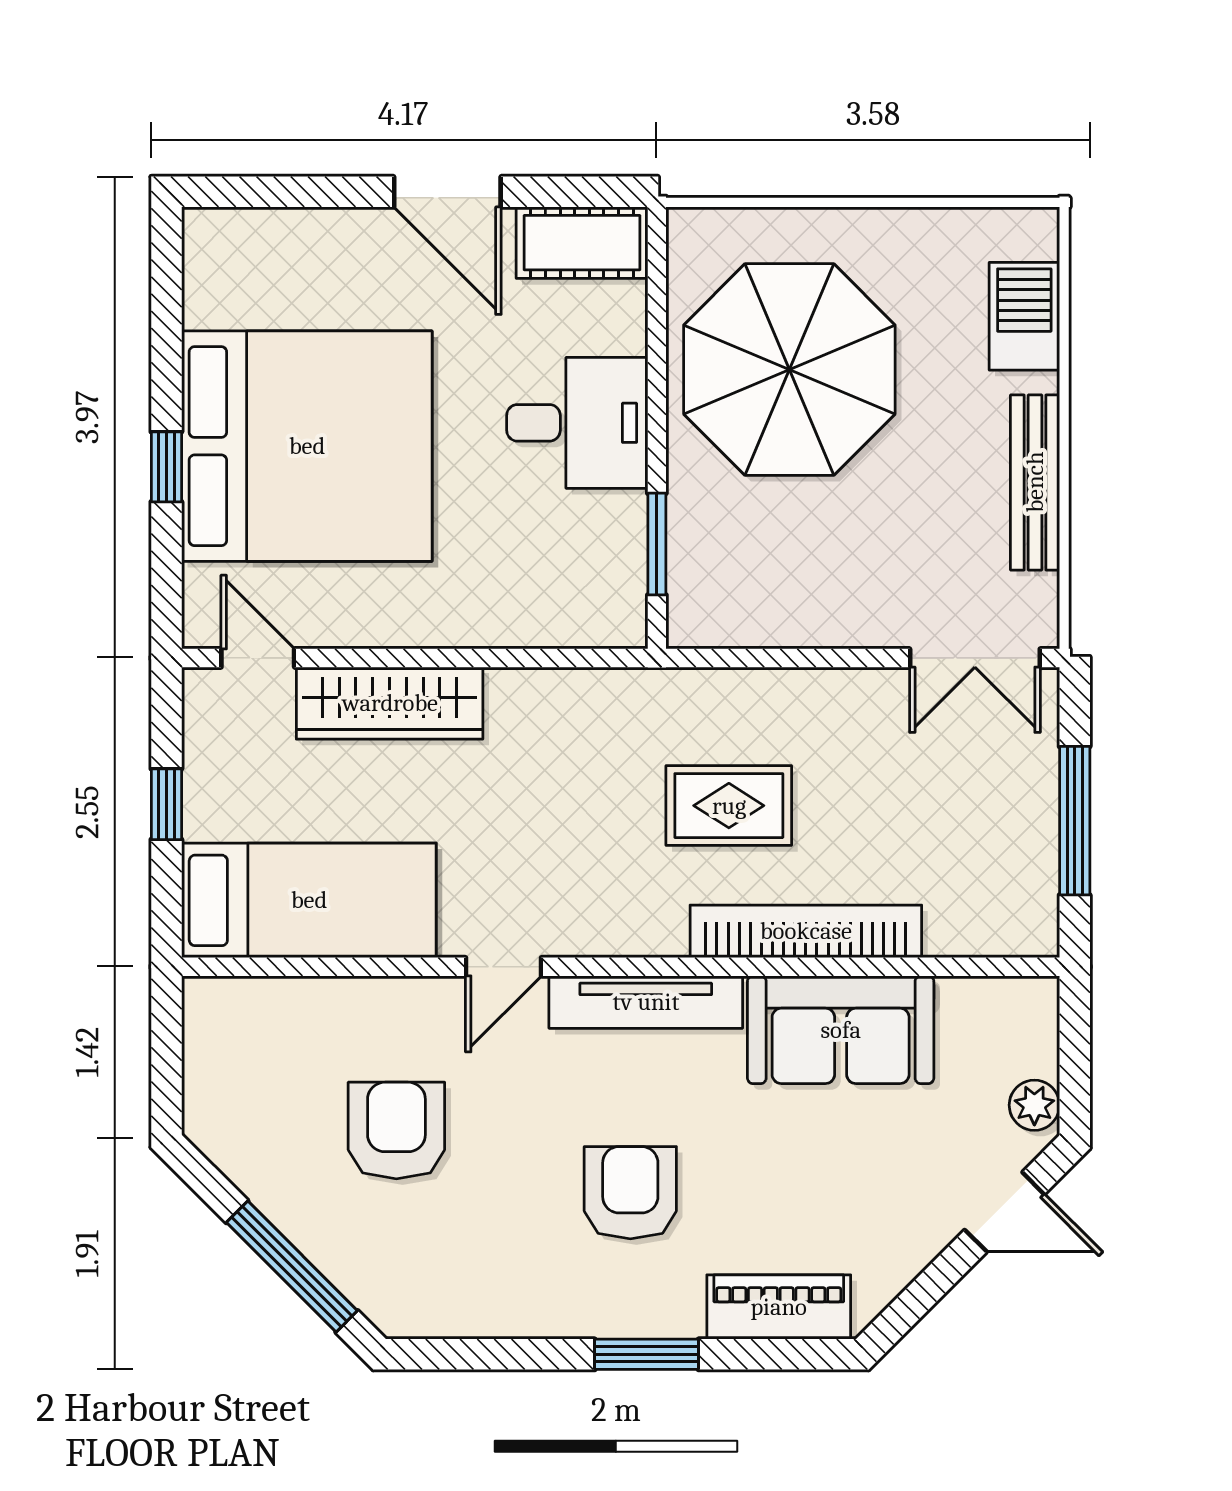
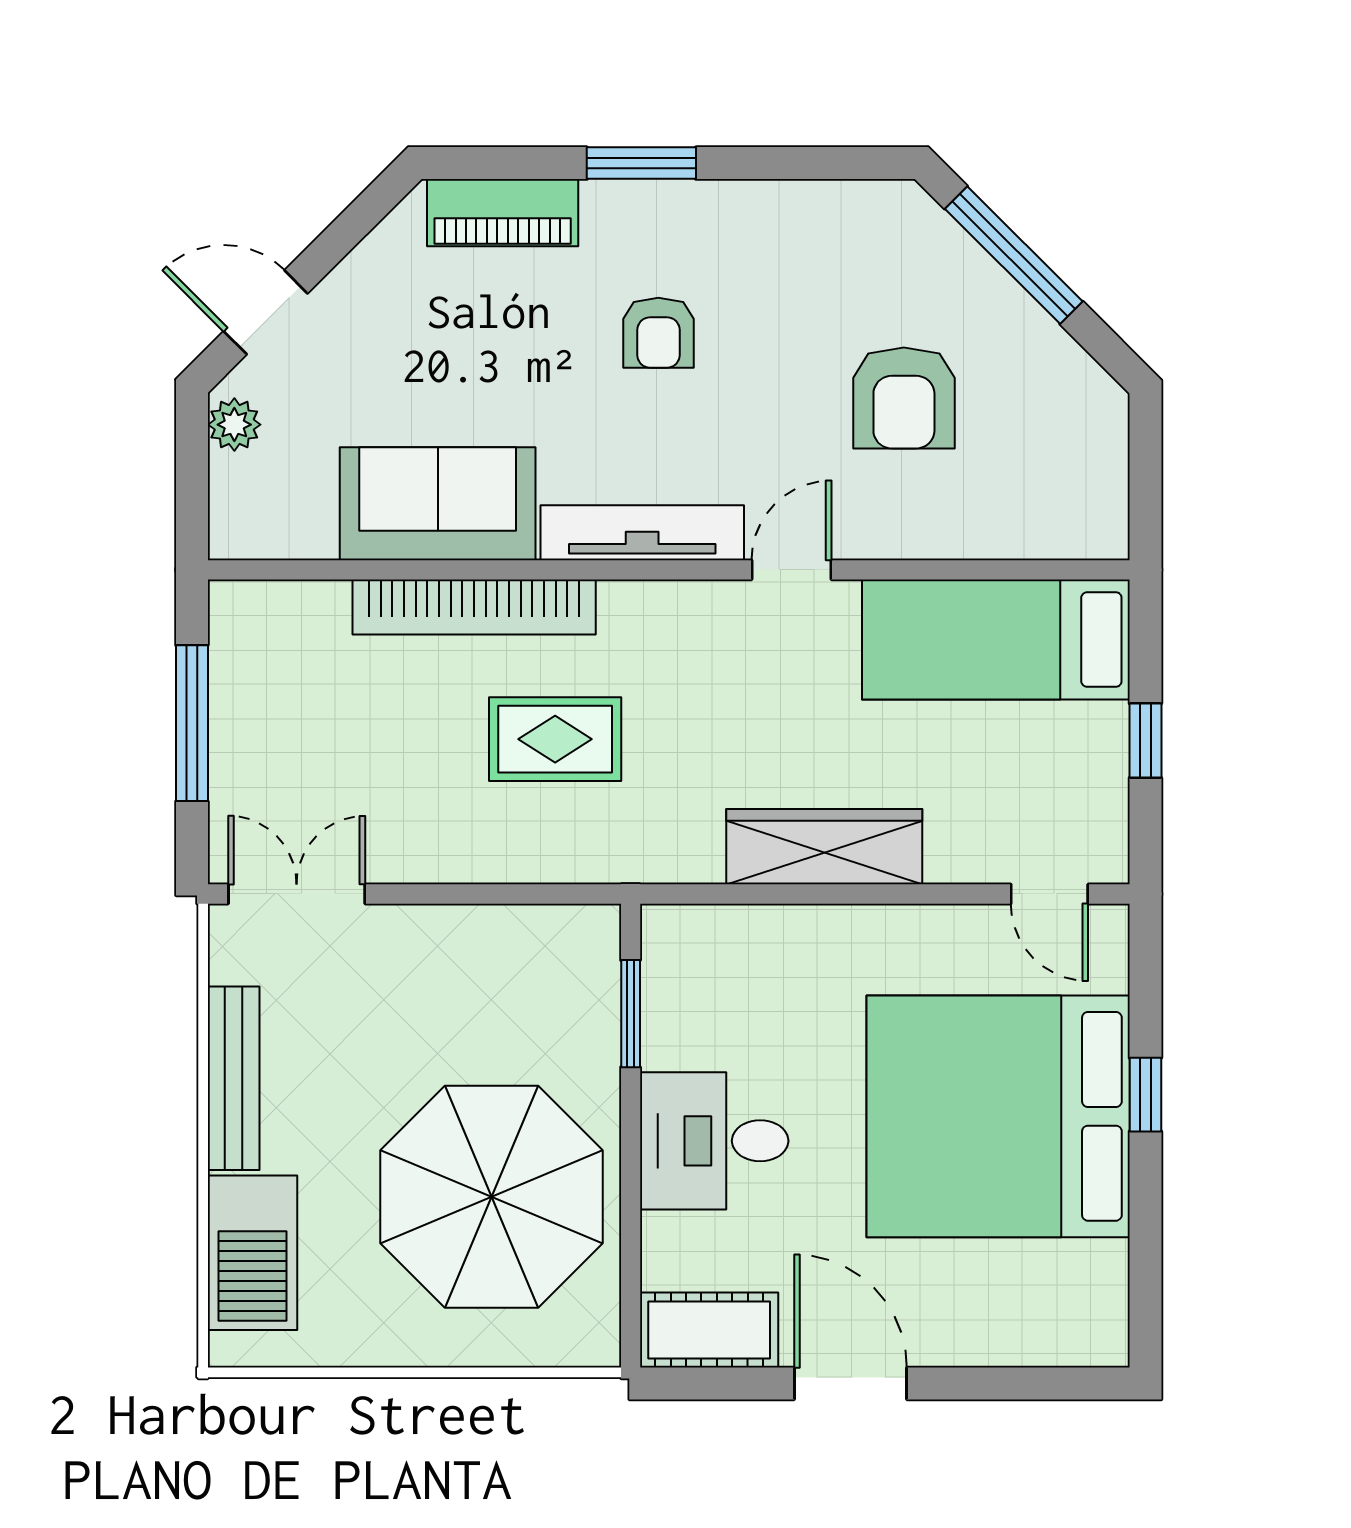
barbecue: (1024, 316) -> (253, 1253), width x1.37, depth x1.21
wardrobe: (390, 703) -> (824, 847), moved
armchair: (630, 1193) -> (658, 333), width x0.72, depth x0.72

